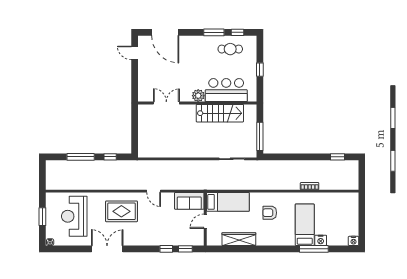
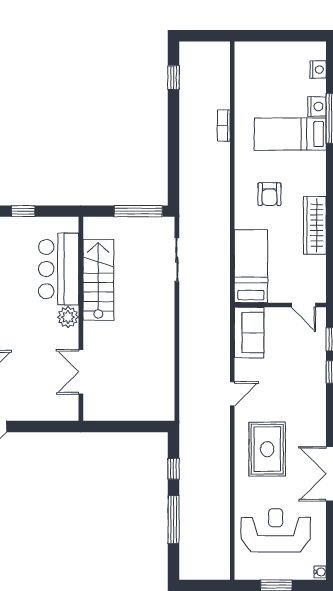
reception desk: (74, 216) -> (276, 530), turned 180
door: (205, 221) -> (303, 305), moved
wardrobe: (239, 239) -> (315, 225), moved
nightstand: (353, 241) -> (318, 69), moved

